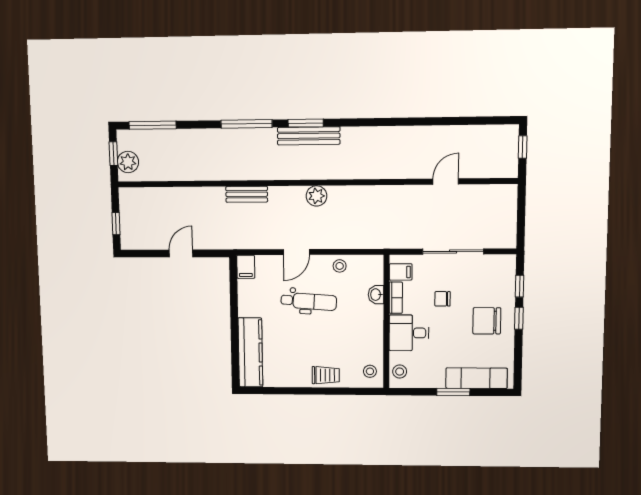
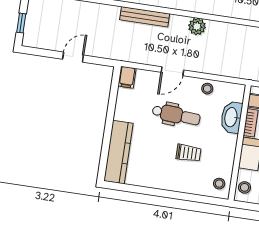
bench: (247, 194) -> (145, 17), width x1.36
washbasin: (376, 295) -> (231, 117), width x1.91, depth x1.45
trolley: (326, 375) -> (188, 153), moved

